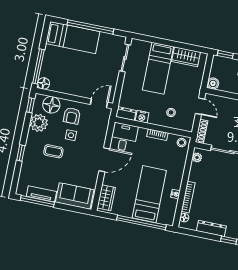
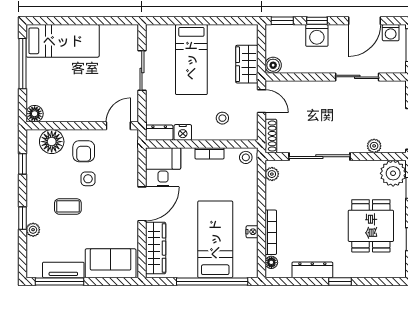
window: (90, 27) -> (84, 21), removed
wardrobe: (186, 57) -> (247, 64), moved, turned 90
sliding door: (125, 58) -> (142, 71), moved
window: (38, 66) -> (23, 64), moved
window: (31, 105) -> (23, 164), moved
plant: (39, 123) -> (33, 230), moved, width x0.53, depth x0.53
wardrobe: (106, 198) -> (156, 248), width x1.50

